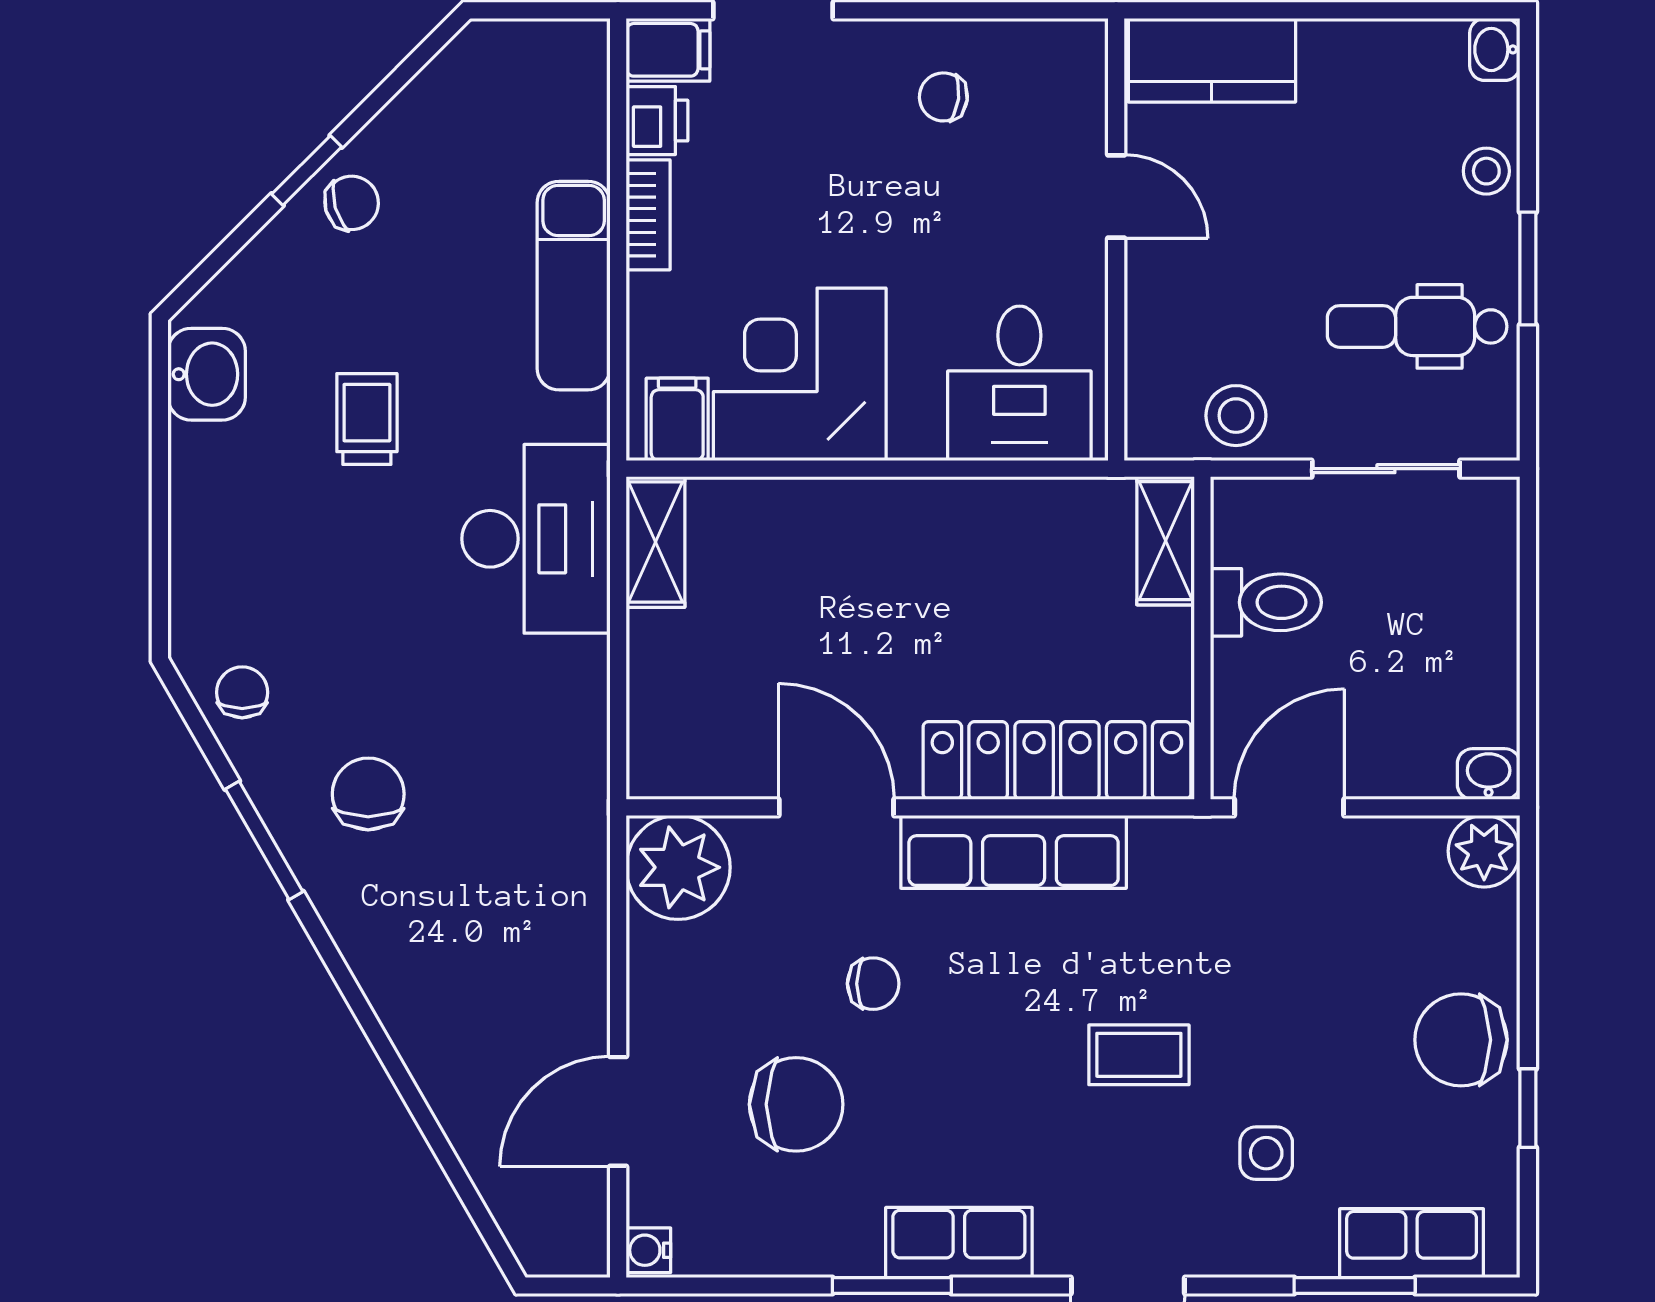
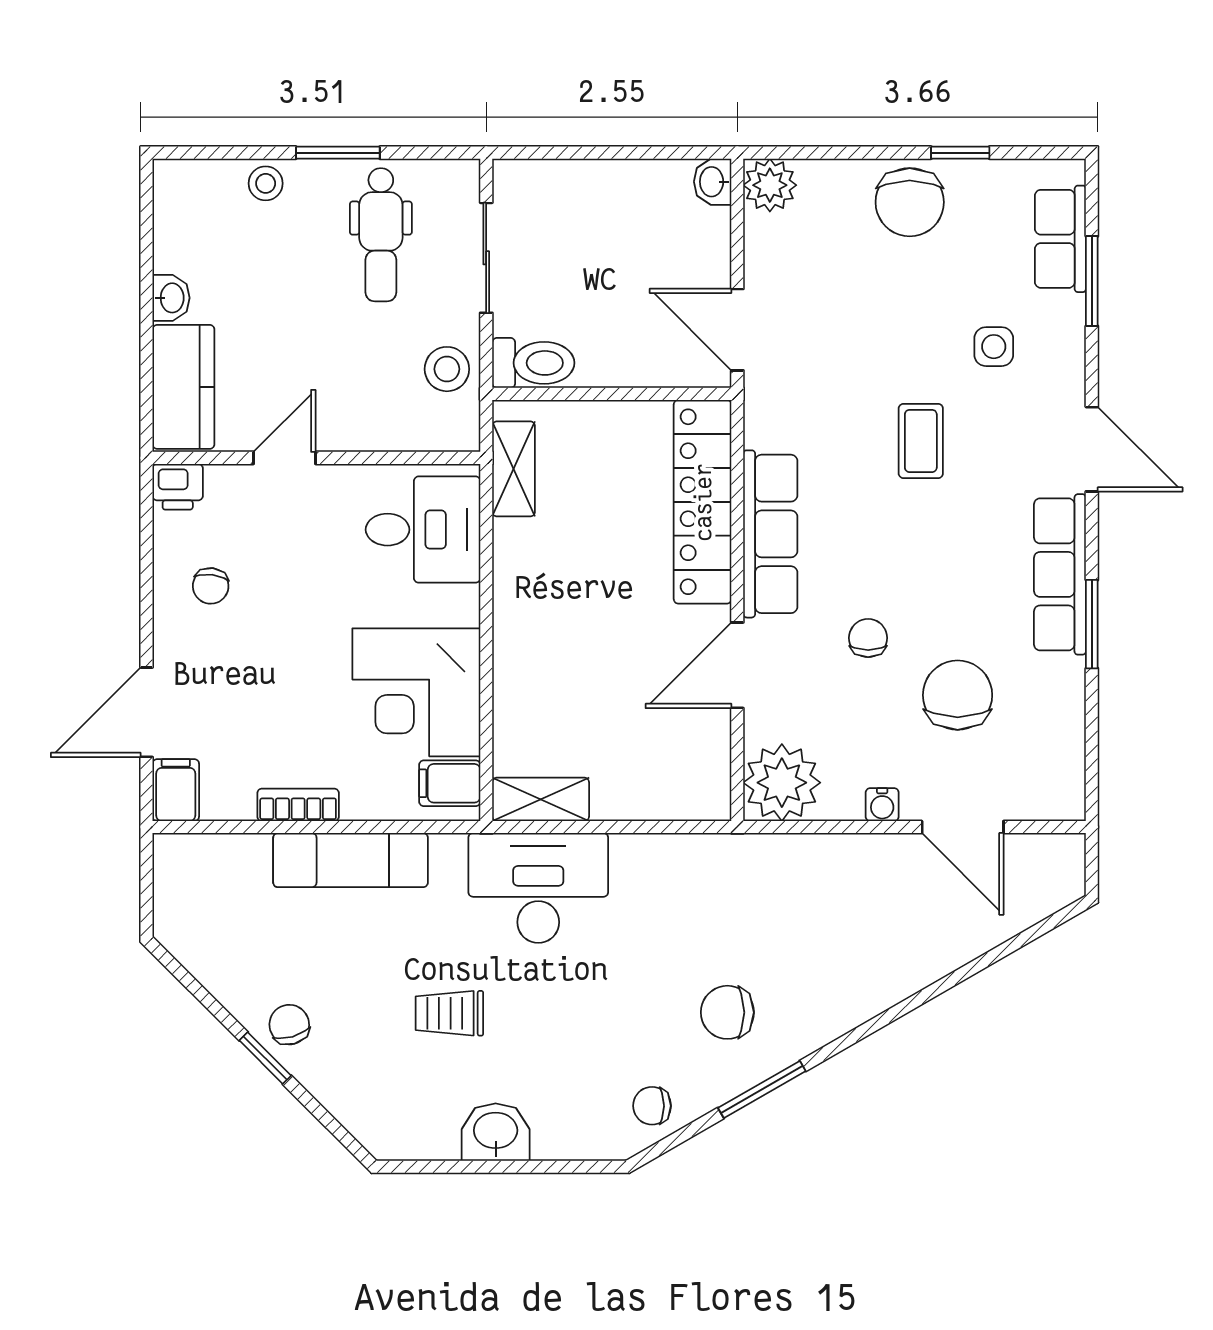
washbasin: (1495, 49) -> (171, 298), moved, turned -90
printer: (657, 121) -> (178, 487), moved, turned 180
washbasin: (207, 374) -> (496, 1132), moved
shelving: (1166, 541) -> (514, 469), moved, turned 90
toilet: (1266, 602) -> (533, 363), moved, turned 90
row of seats: (959, 1242) -> (1060, 574), width x1.48
water cooler: (648, 1250) -> (882, 805), moved

